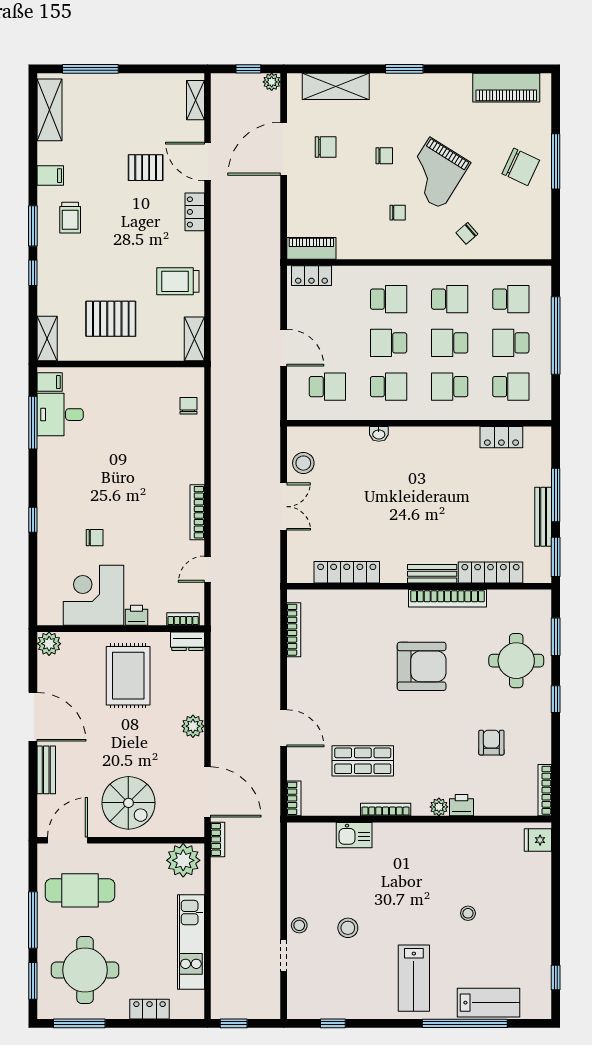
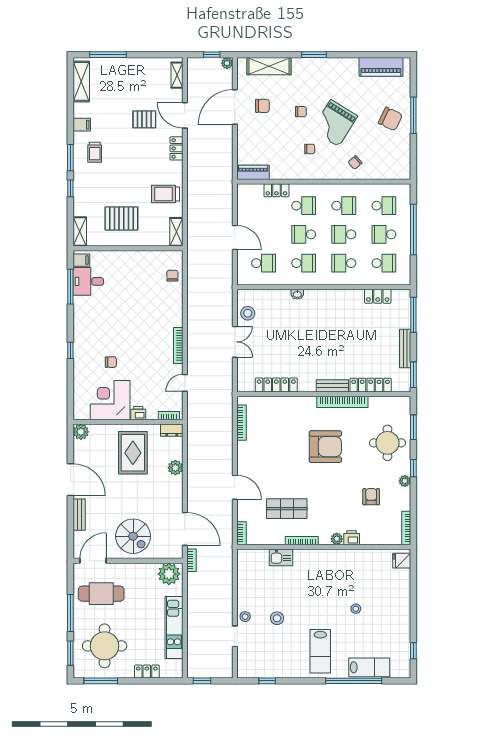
locker: (311, 276) -> (276, 190), moved
window: (556, 495) -> (413, 315), moved
plant: (543, 719) -> (405, 481), added
plant: (193, 726) -> (175, 468), moved

